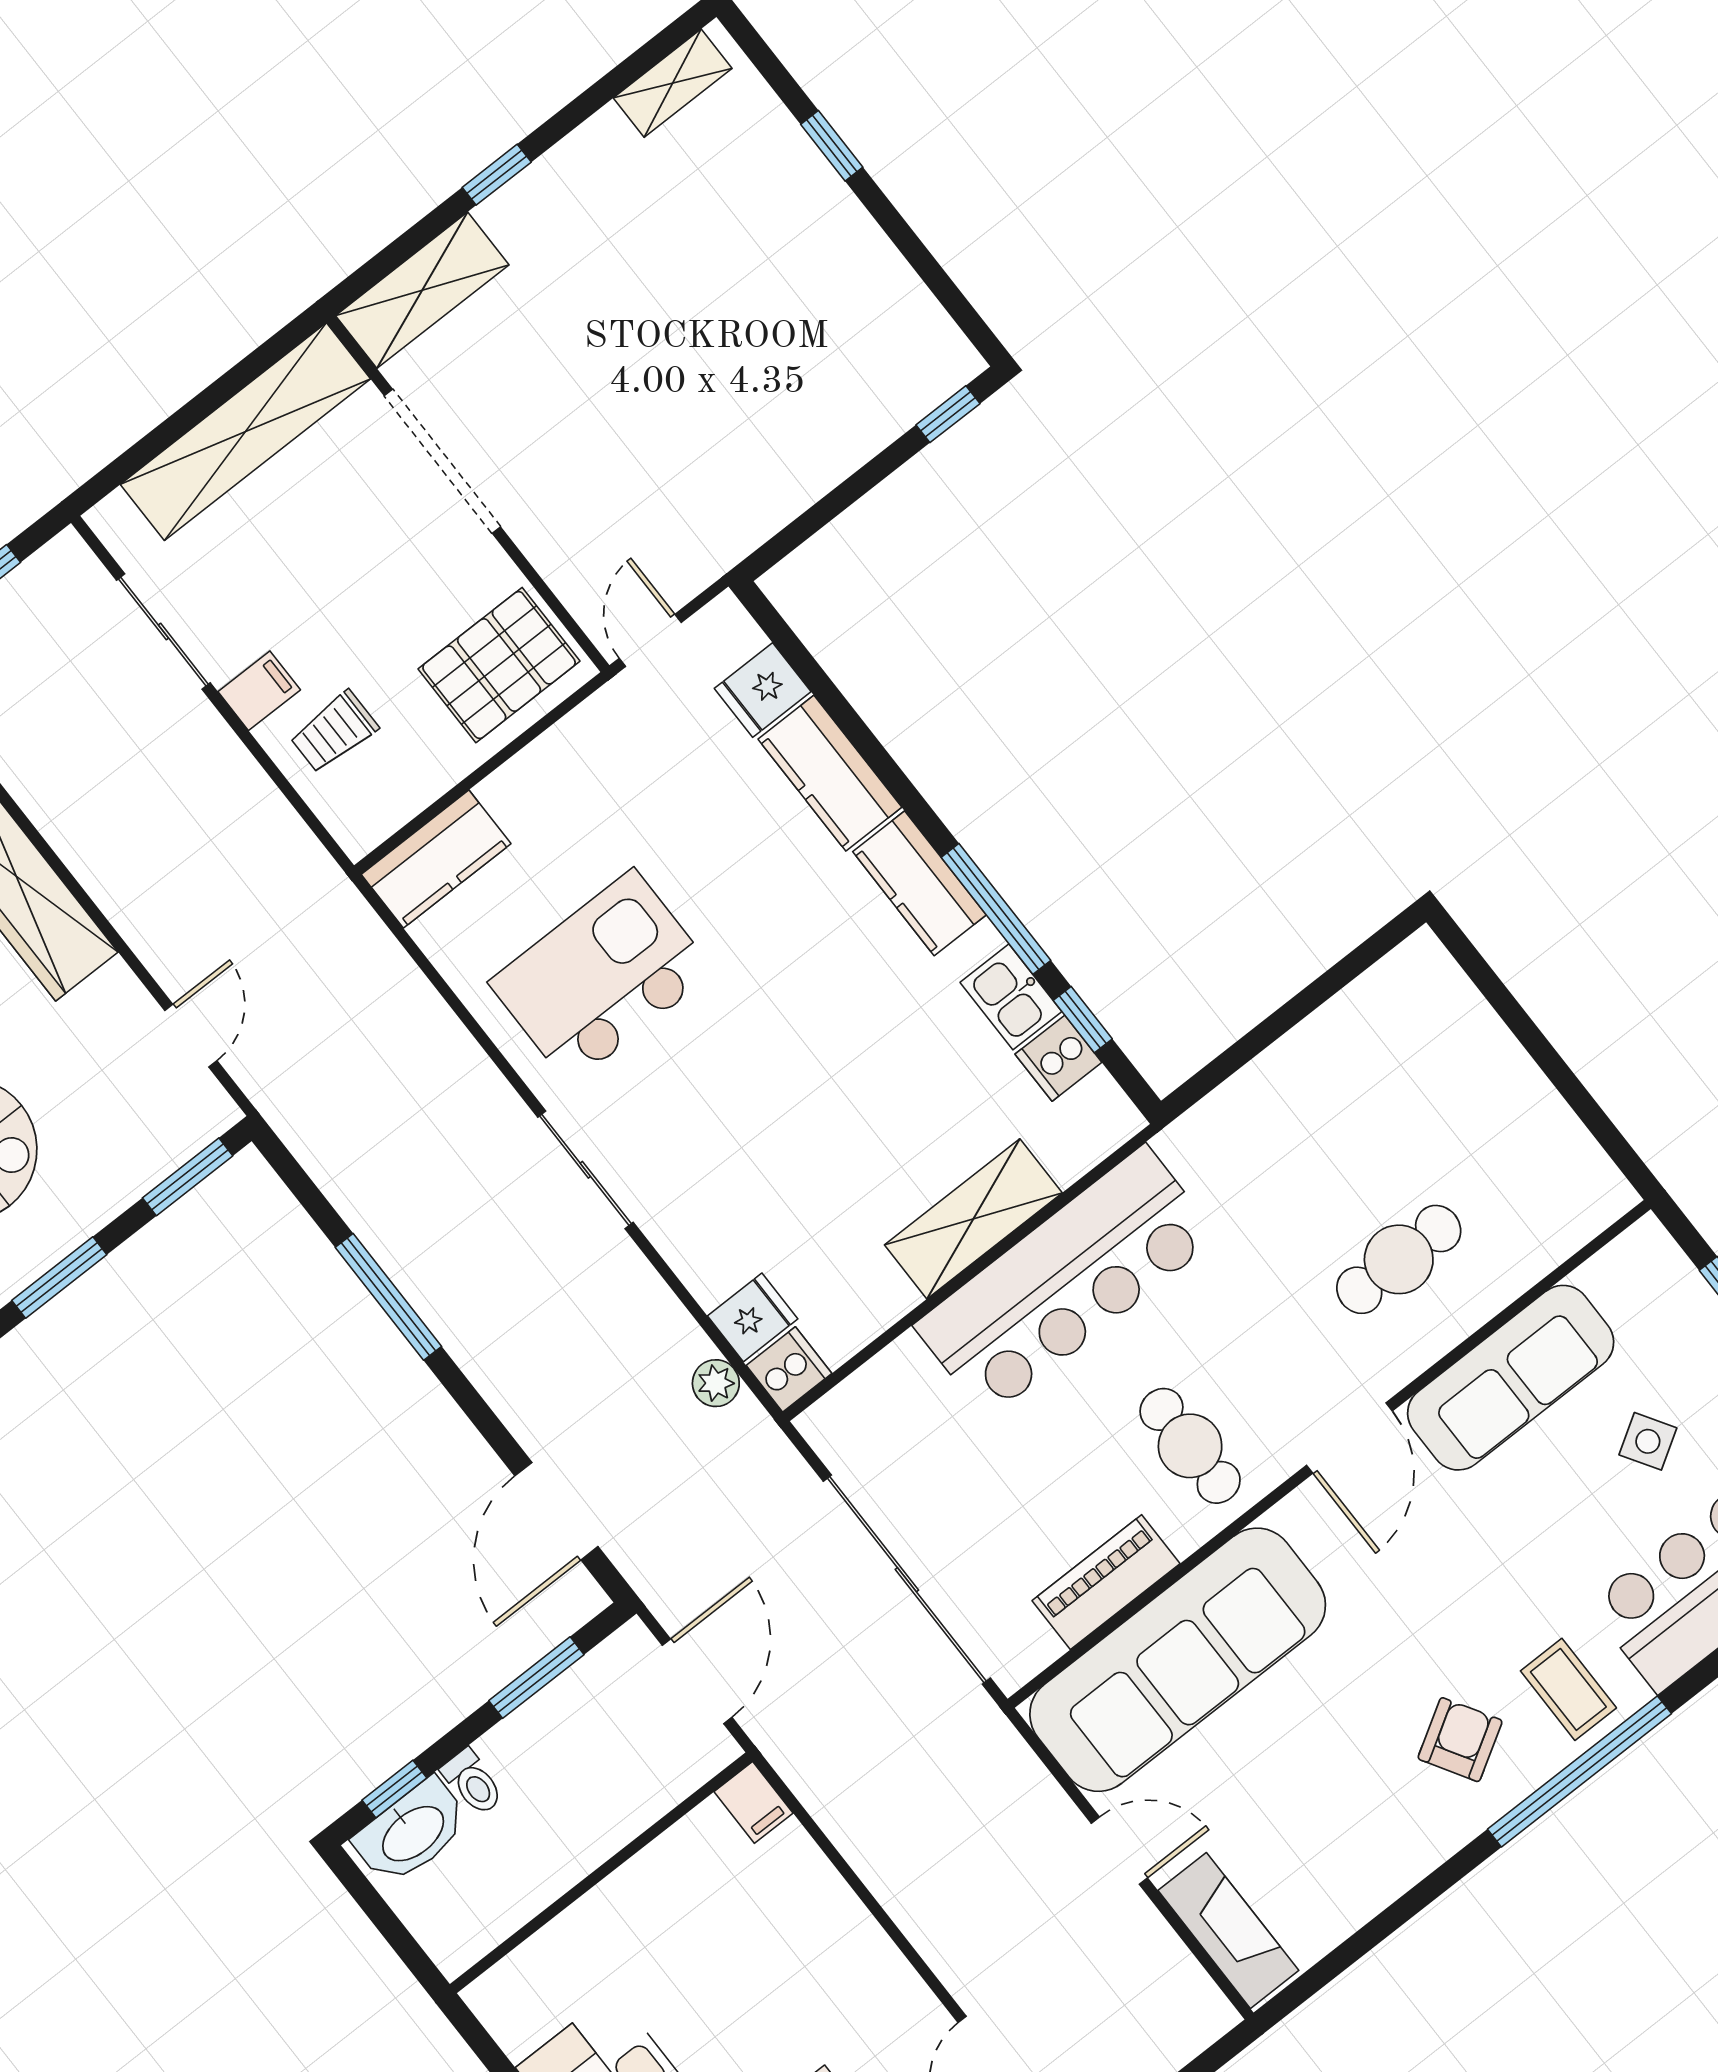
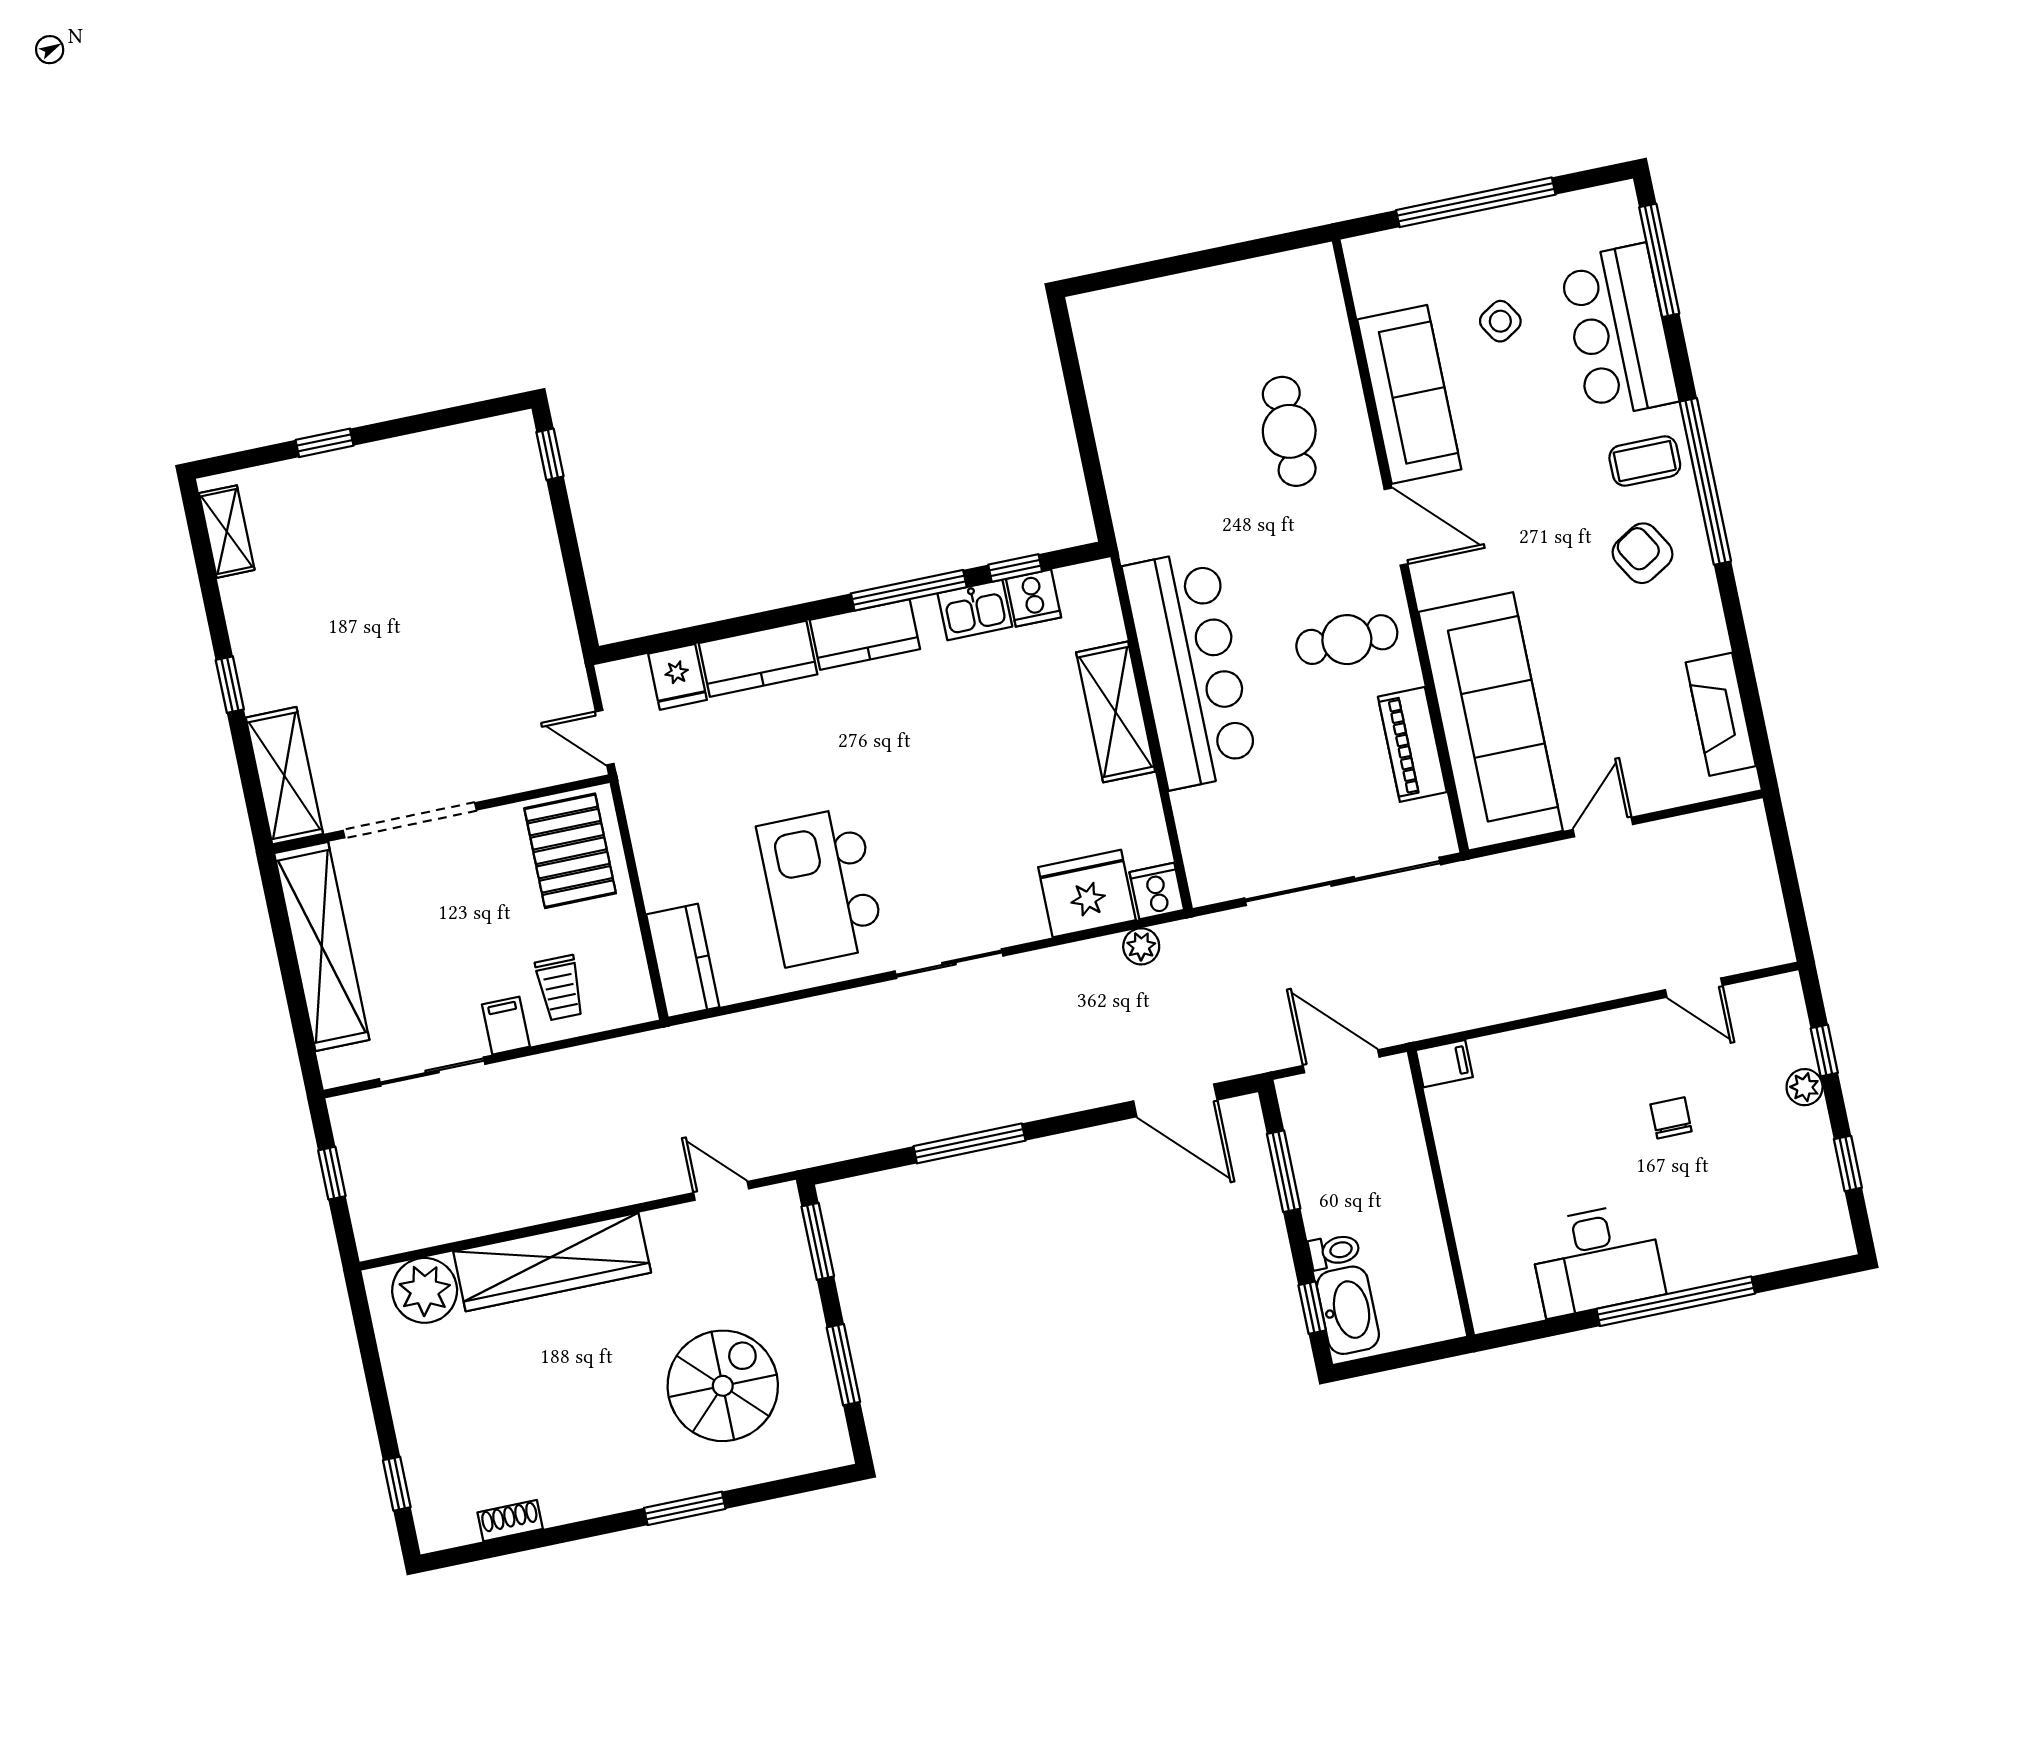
fridge: (753, 1317) -> (1087, 894), width x1.88, depth x1.34
fireplace: (1228, 1930) -> (1721, 714), moved, turned -90

